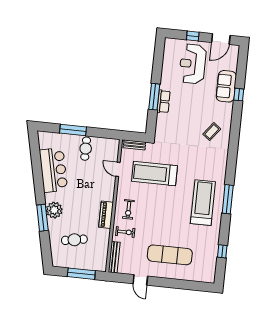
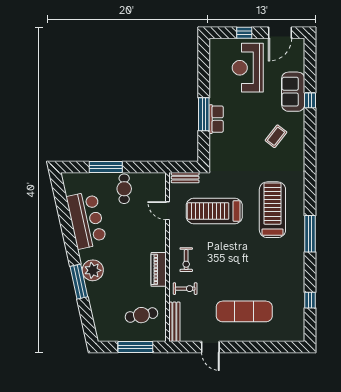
coffee table: (212, 132) -> (276, 136), moved
treadmill: (203, 203) -> (272, 210), moved
cafe table: (74, 240) -> (141, 315), moved

